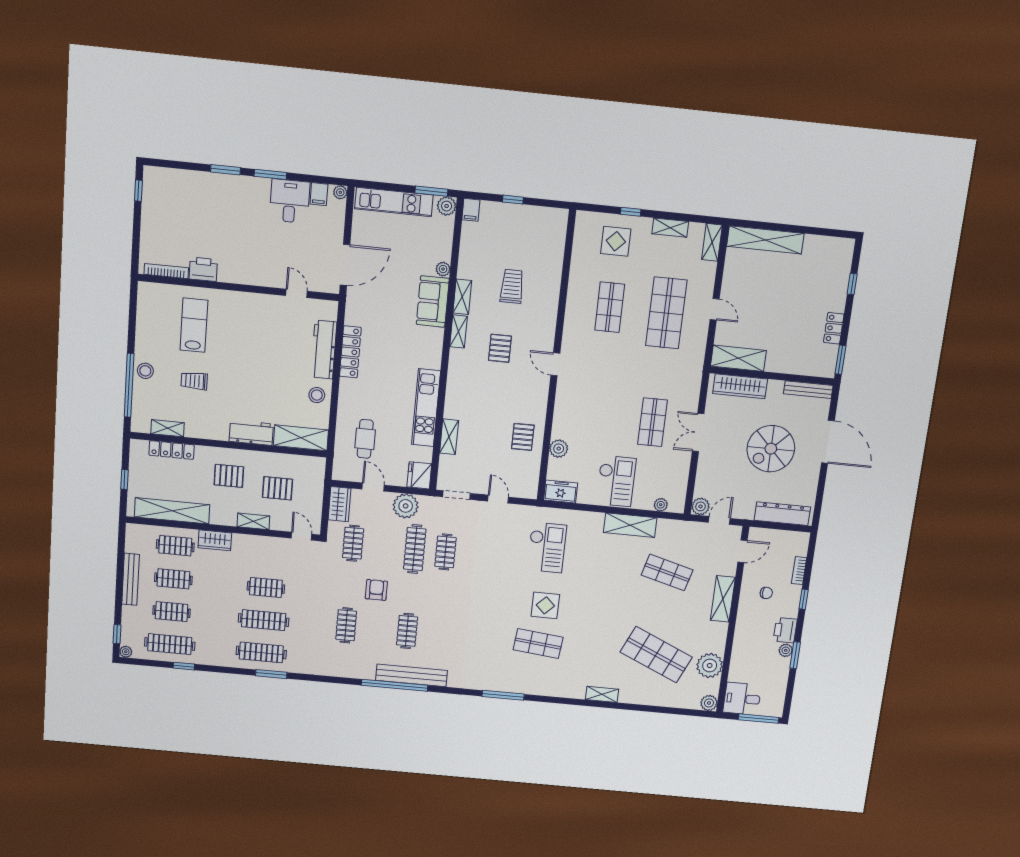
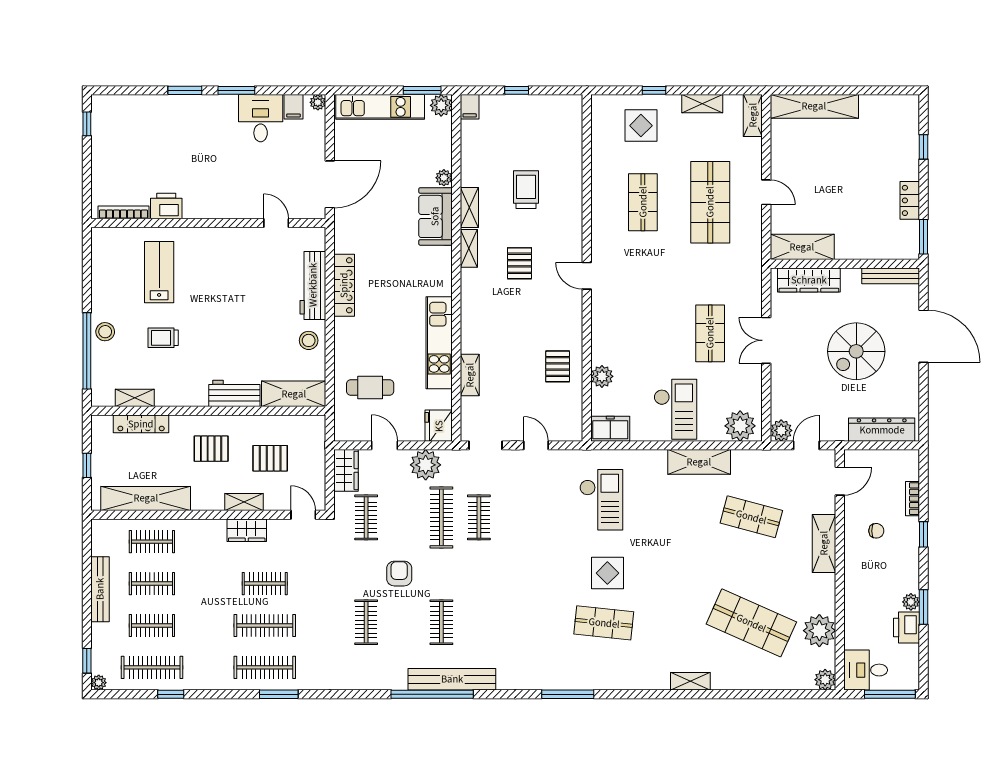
cafe table: (365, 439) -> (370, 387), turned 90
plant: (661, 505) -> (740, 426), width x1.87, depth x1.87
wardrobe: (215, 540) -> (247, 530), moved
printer: (785, 630) -> (906, 628), moved

